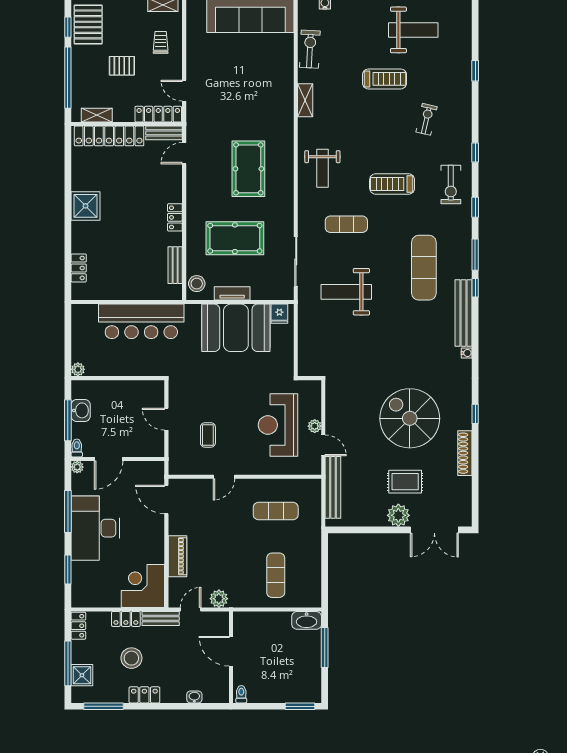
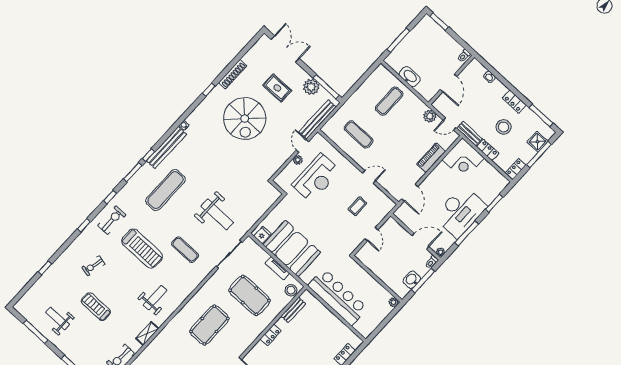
weight bench: (413, 30) -> (58, 318), width x0.73, depth x0.75
weight bench: (322, 168) -> (155, 298), moved
treadmill: (392, 184) -> (142, 249), width x1.37, depth x1.38
plant: (398, 515) -> (311, 87), moved
window: (355, 530) -> (326, 87), added
washbasin: (307, 620) -> (410, 77), moved

